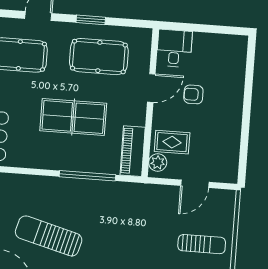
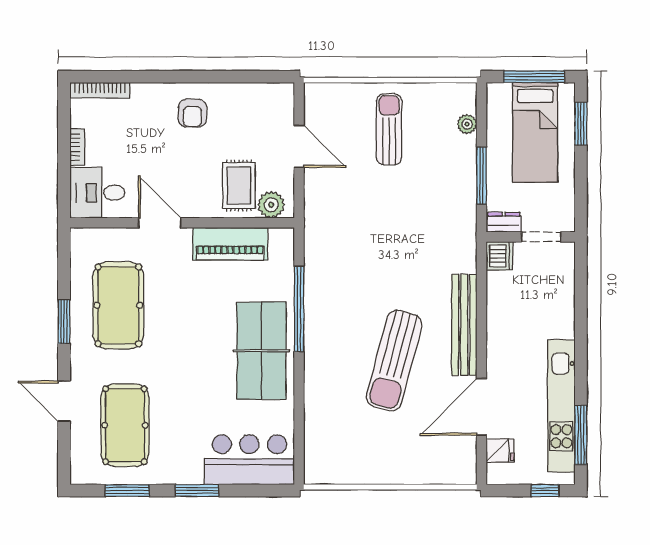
bookcase: (205, 37) -> (77, 147), added
bookcase: (242, 55) -> (100, 90), added
armchair: (193, 94) -> (192, 113), moved
table tennis table: (73, 117) -> (261, 351), moved
piano: (133, 151) -> (230, 244), moved

